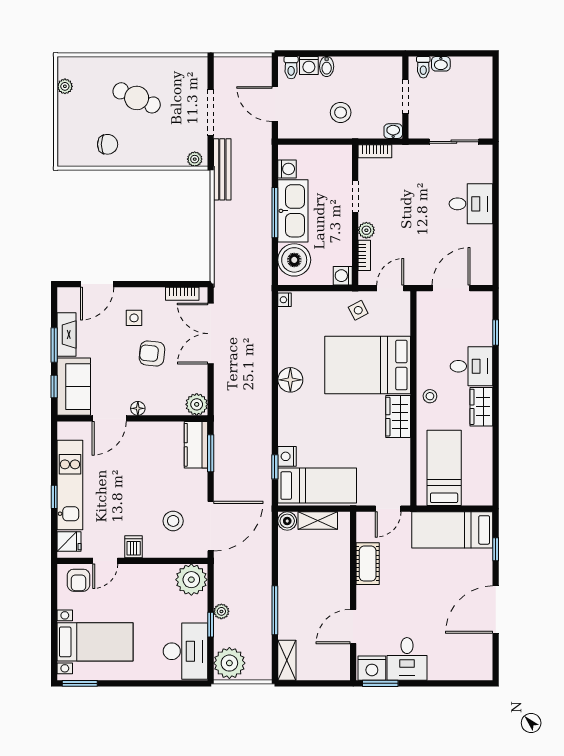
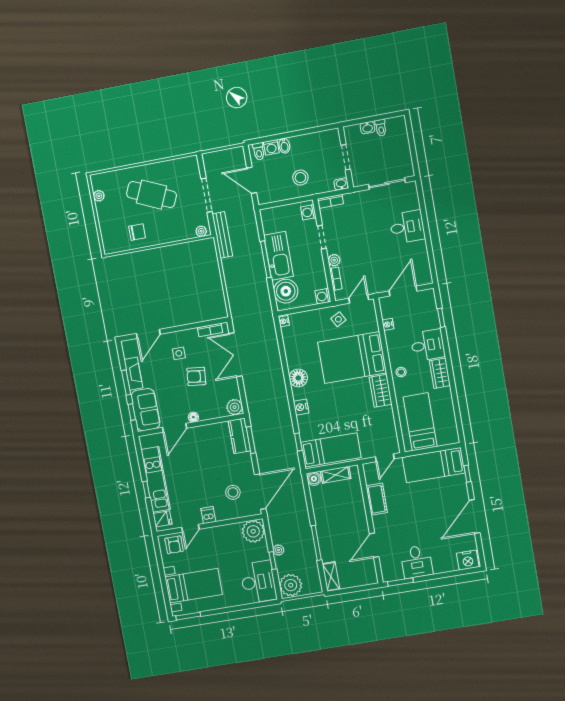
toilet: (423, 67) -> (381, 128), moved
cafe table: (137, 98) -> (151, 195), width x1.37, depth x1.35
washing machine: (287, 169) -> (308, 212), moved, turned 180
nightstand: (423, 329) -> (388, 324), added
nightstand: (287, 456) -> (301, 407), moved
nightstand: (372, 668) -> (468, 560), moved

